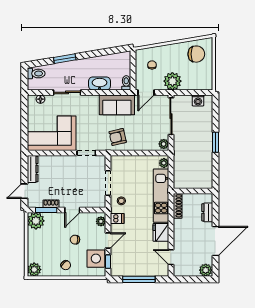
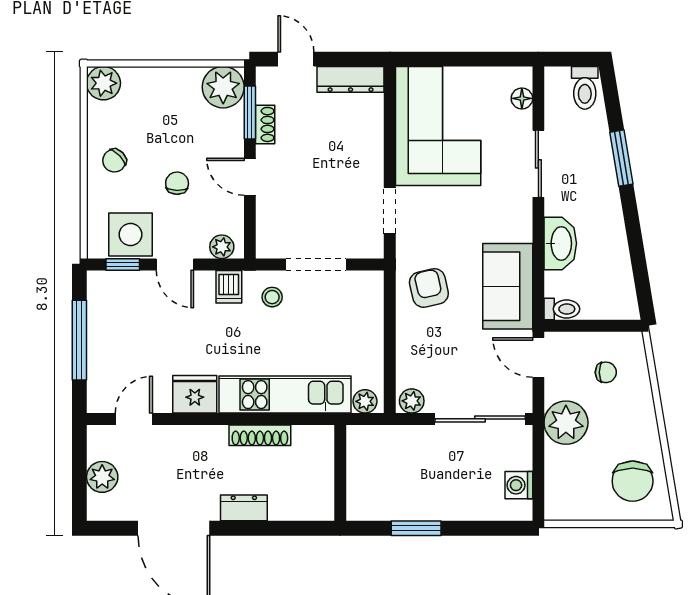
wall: (193, 191) -> (340, 473), moved
plant: (206, 270) -> (102, 477), moved

